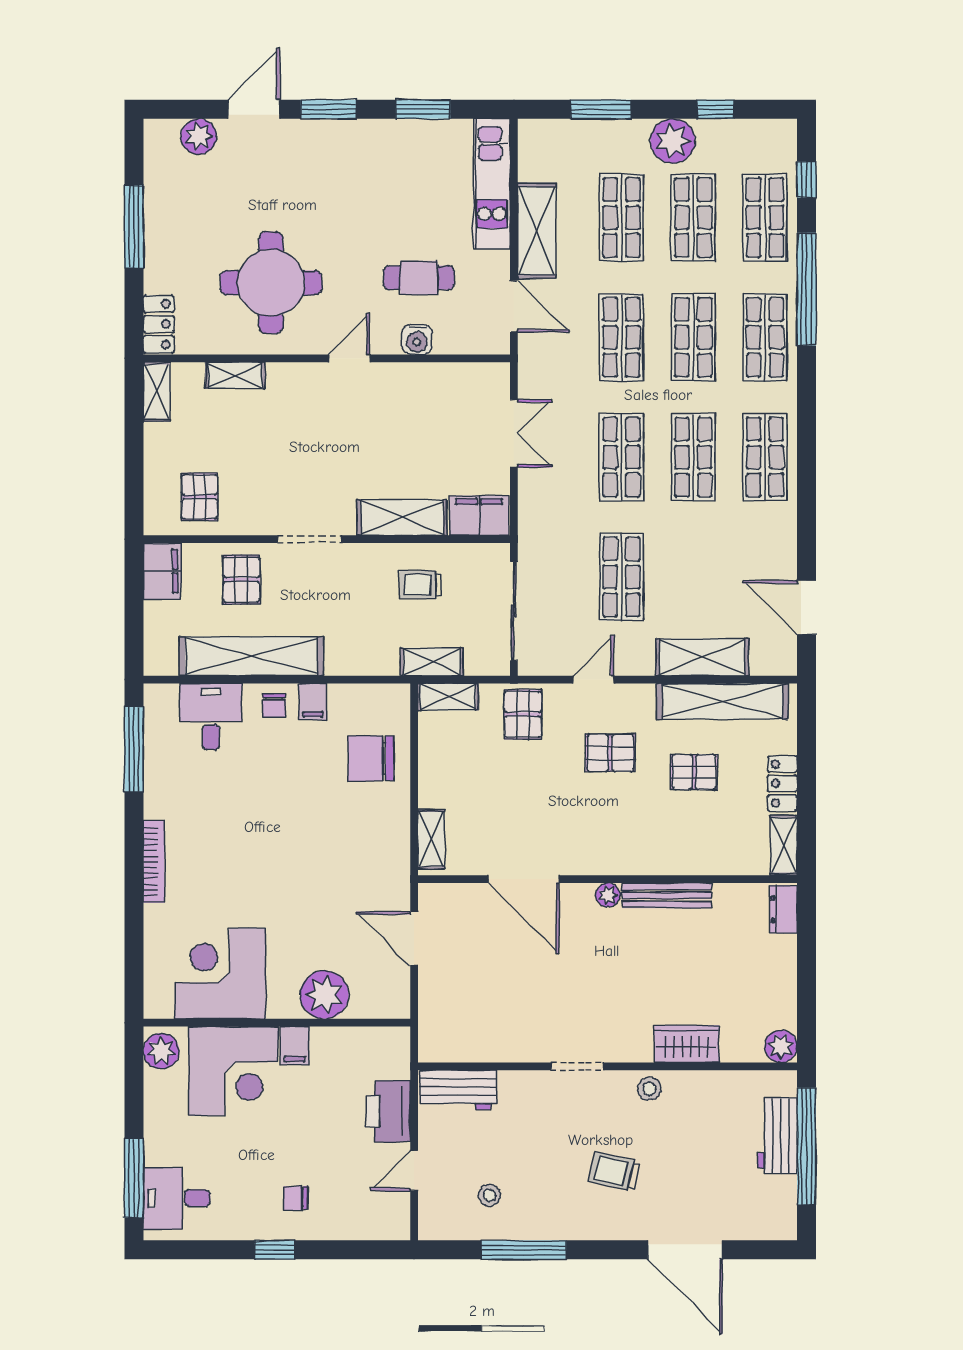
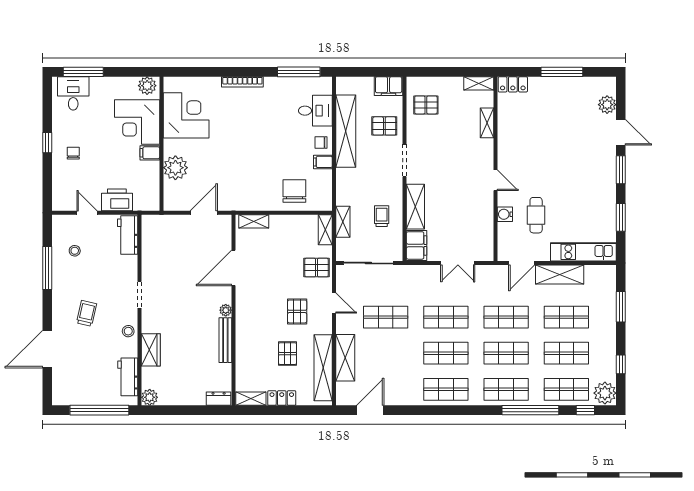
plant: (673, 141) -> (605, 393), moved
round table: (271, 283) -> (534, 141), removed
workbench: (778, 1136) -> (128, 377), moved, turned -90

